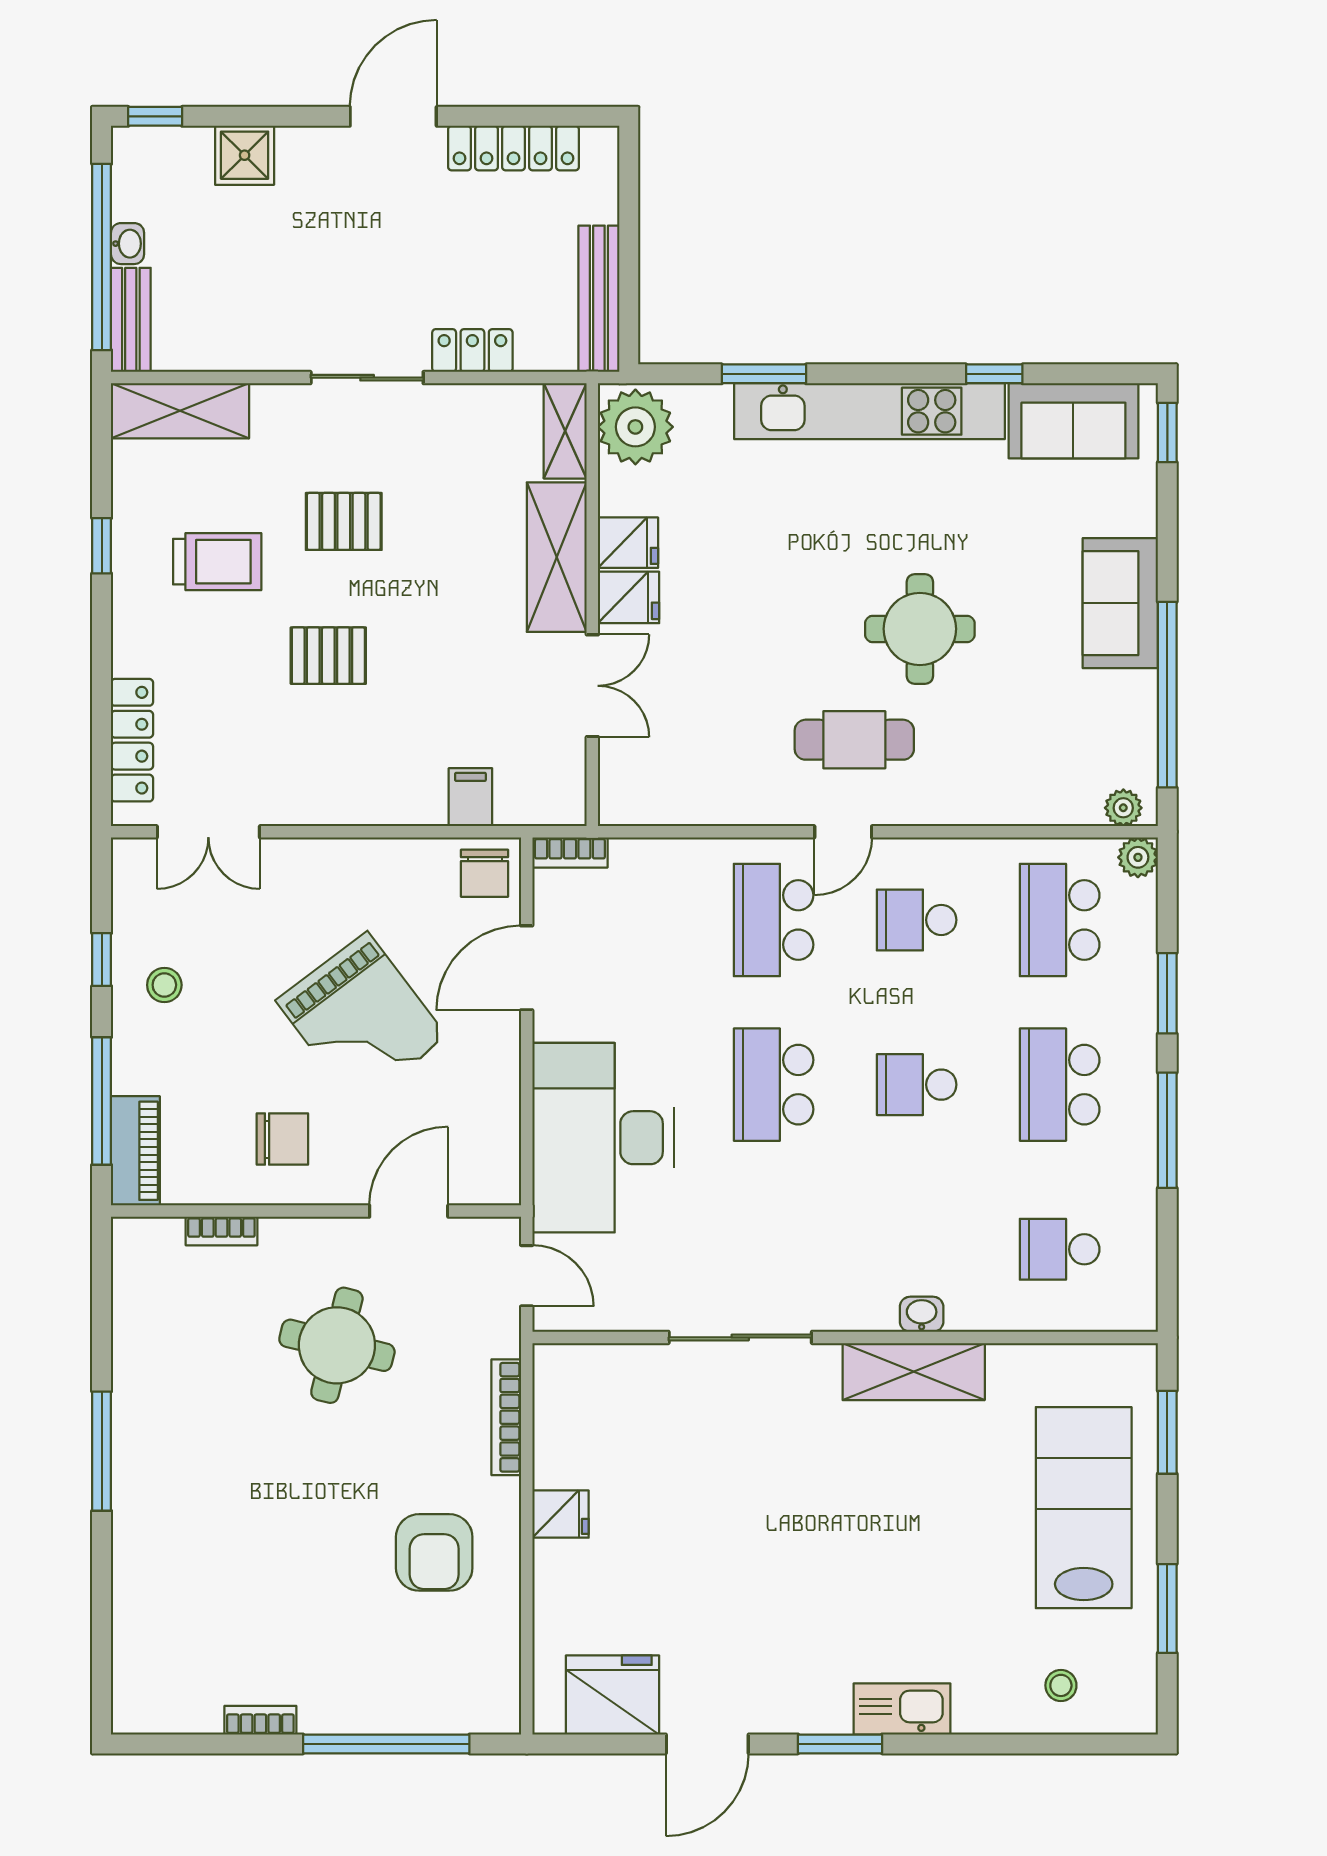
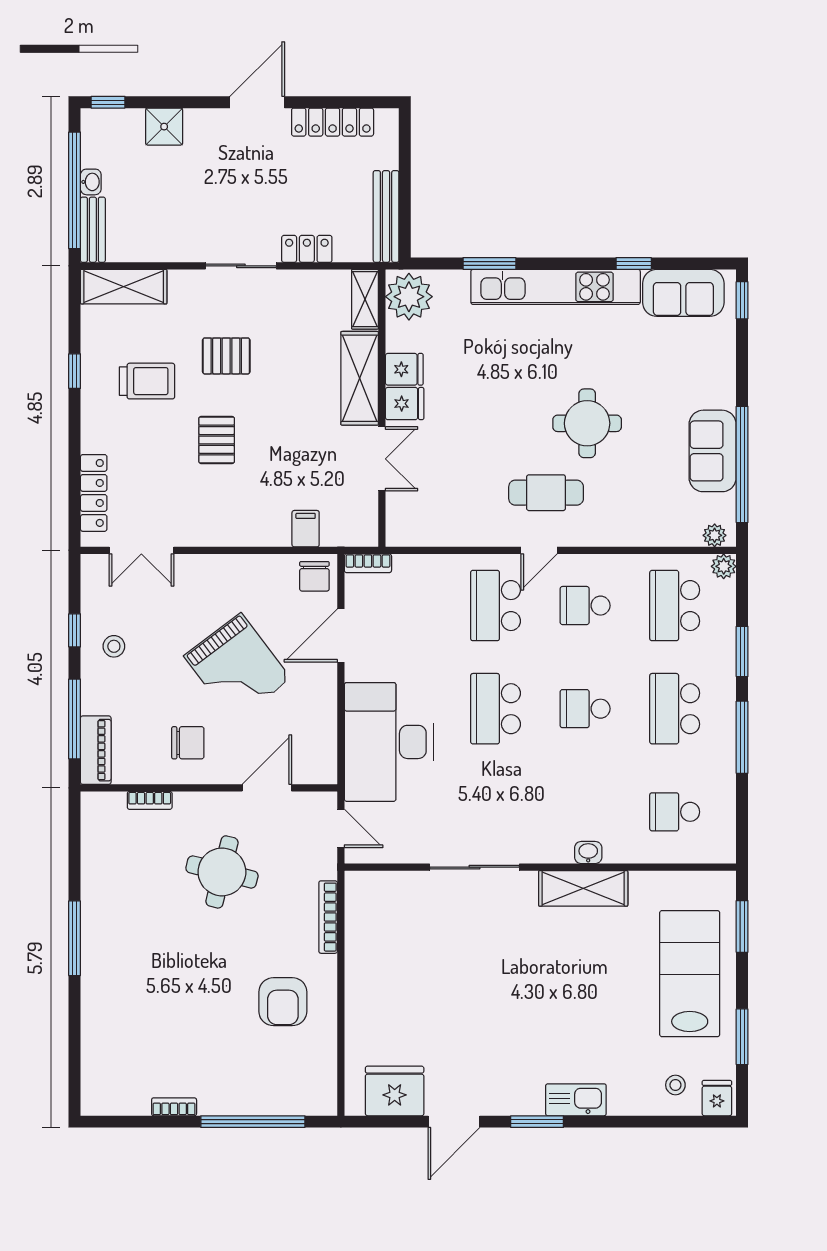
sofa: (1120, 603) -> (713, 451), moved
pallet: (328, 656) -> (217, 440), turned 90
fridge: (560, 1514) -> (717, 1098), moved, turned -90

